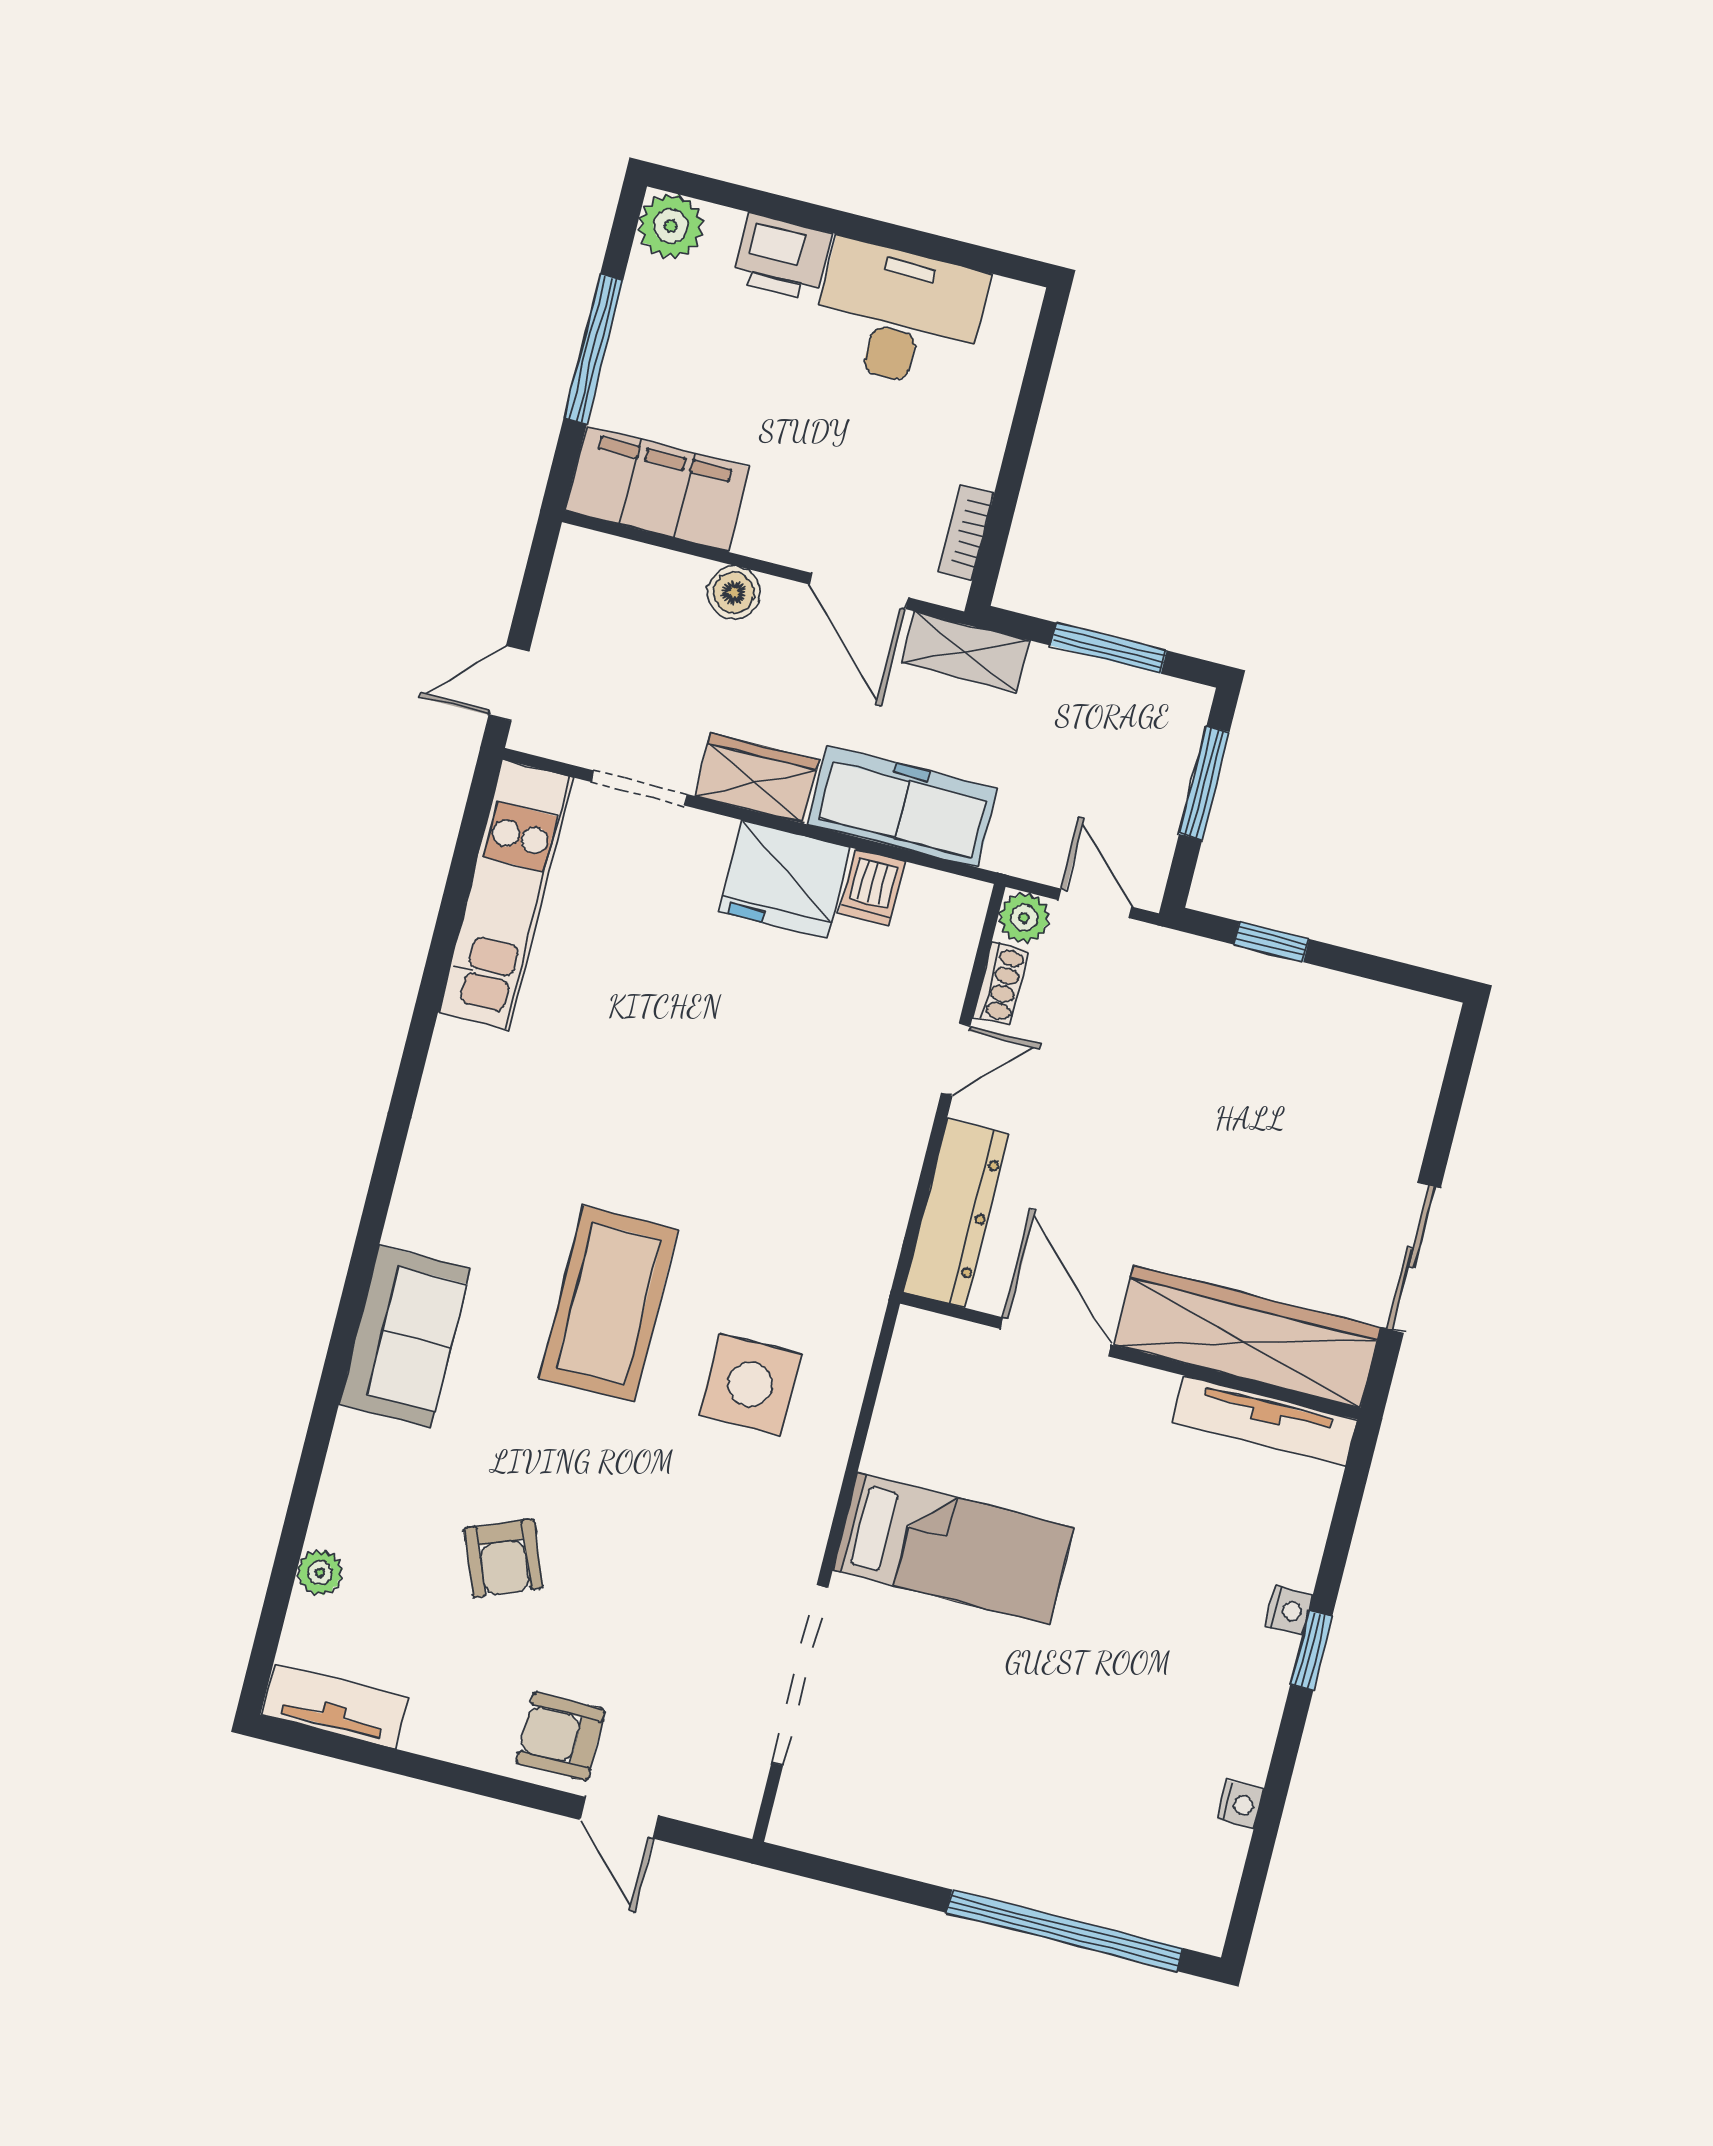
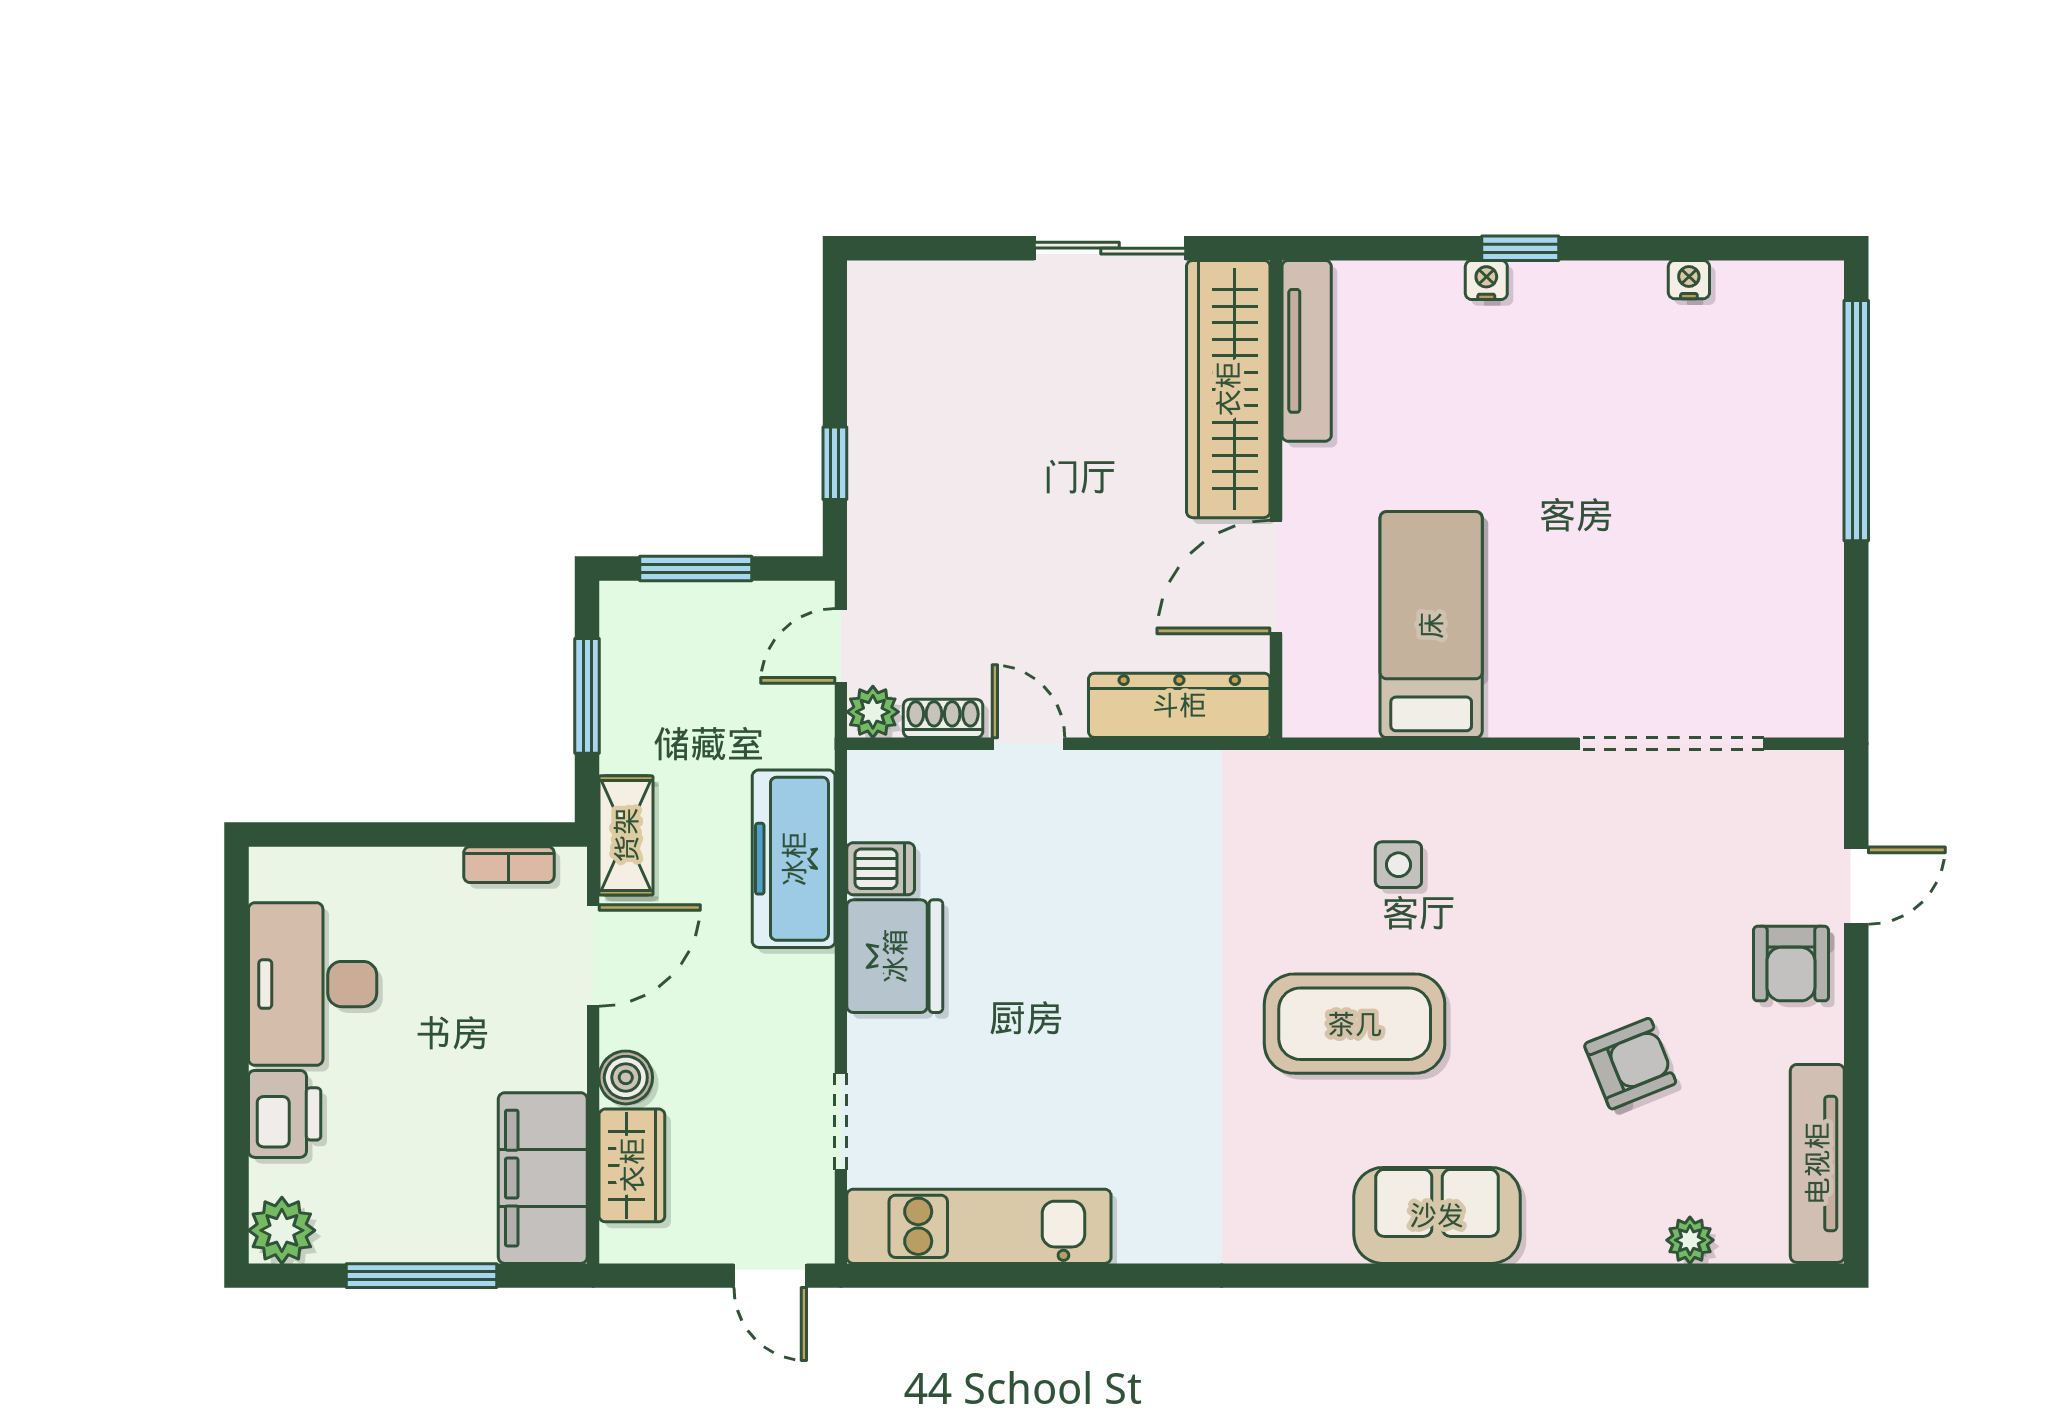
wardrobe: (757, 778) -> (632, 1165), moved, turned 180
side table: (750, 1384) -> (1398, 865), width x0.54, depth x0.54
bed: (953, 1549) -> (1431, 625), moved
tv unit: (335, 1706) -> (1817, 1163), width x1.41

